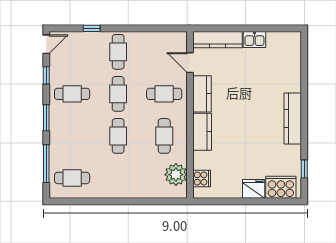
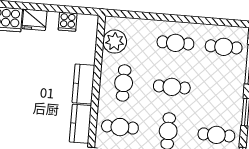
cafe table: (118, 136) -> (172, 87), turned 90
cafe table: (118, 178) -> (175, 43), added
cooker: (202, 179) -> (68, 22), moved, turned -90

